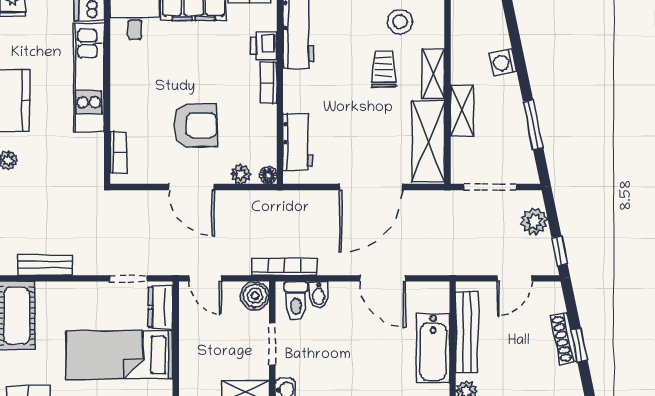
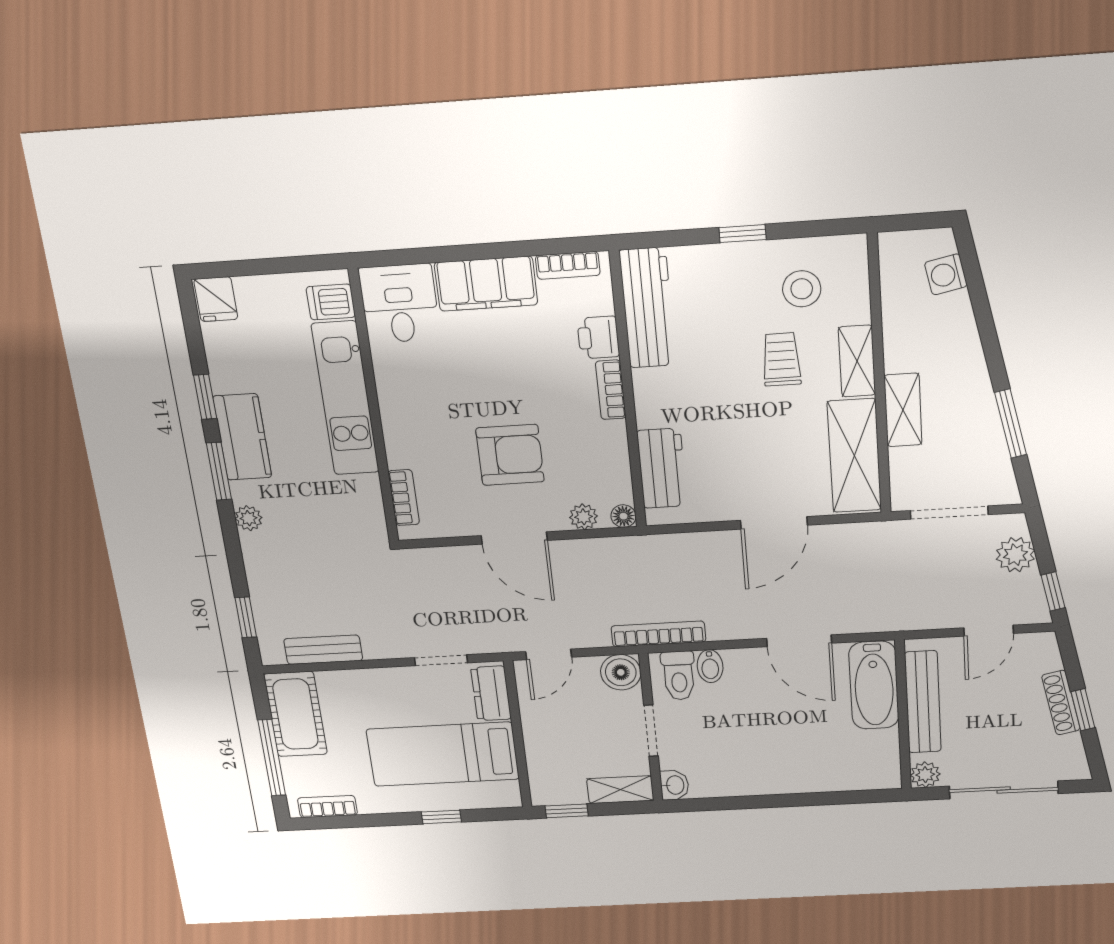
washing machine: (503, 63) -> (946, 274), moved
door: (371, 187) -> (774, 523), width x0.73
door: (205, 278) -> (549, 654), hinge flipped
bathtub: (433, 348) -> (874, 685), moved

